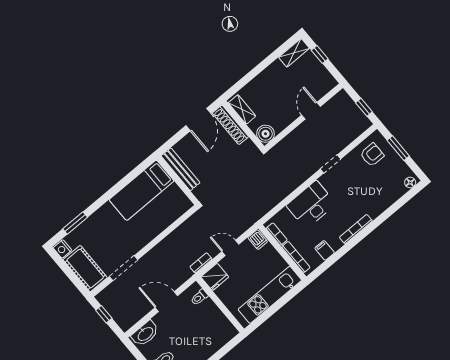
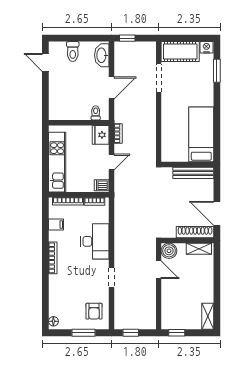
window: (320, 54) -> (177, 333), moved
door: (311, 111) -> (159, 270), moved
window: (104, 314) -> (127, 38), moved

